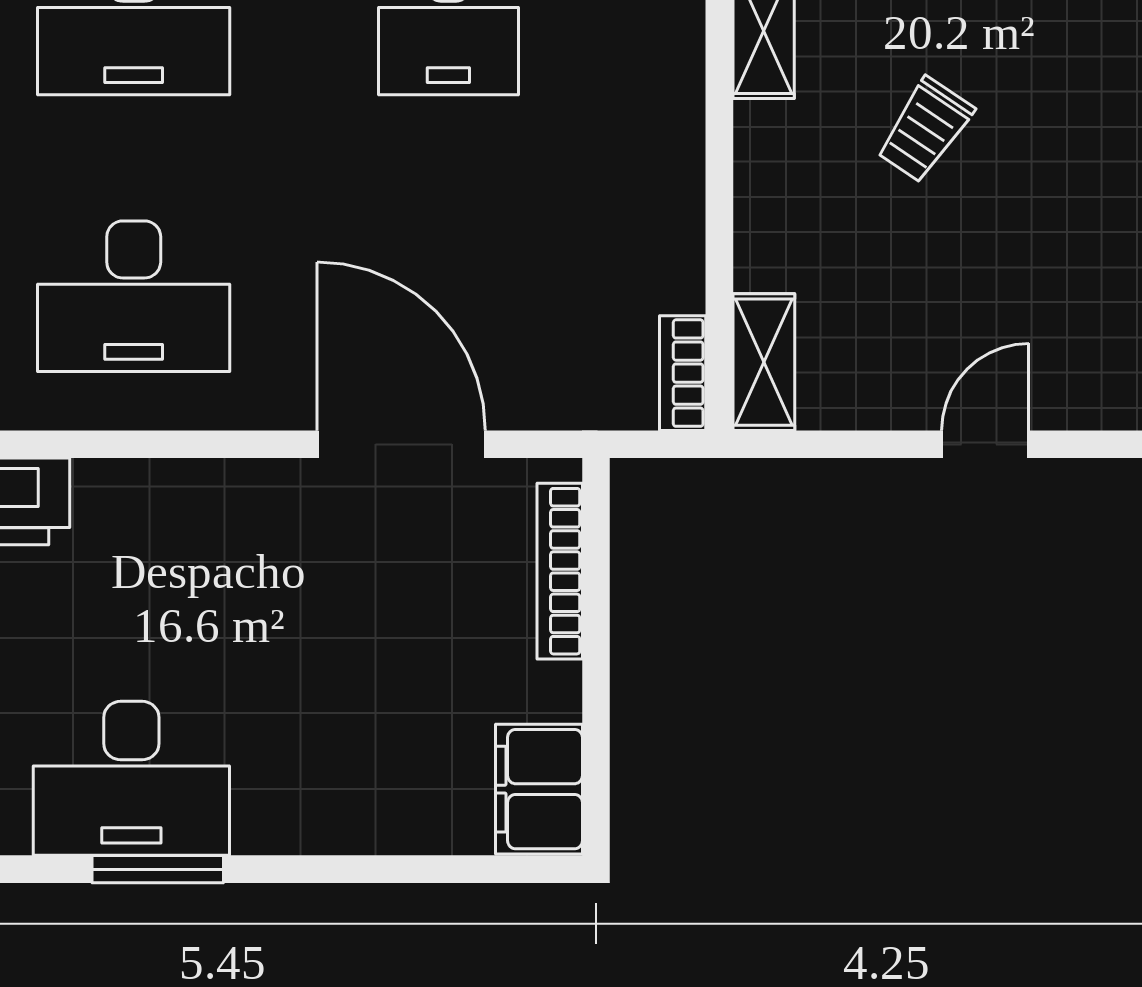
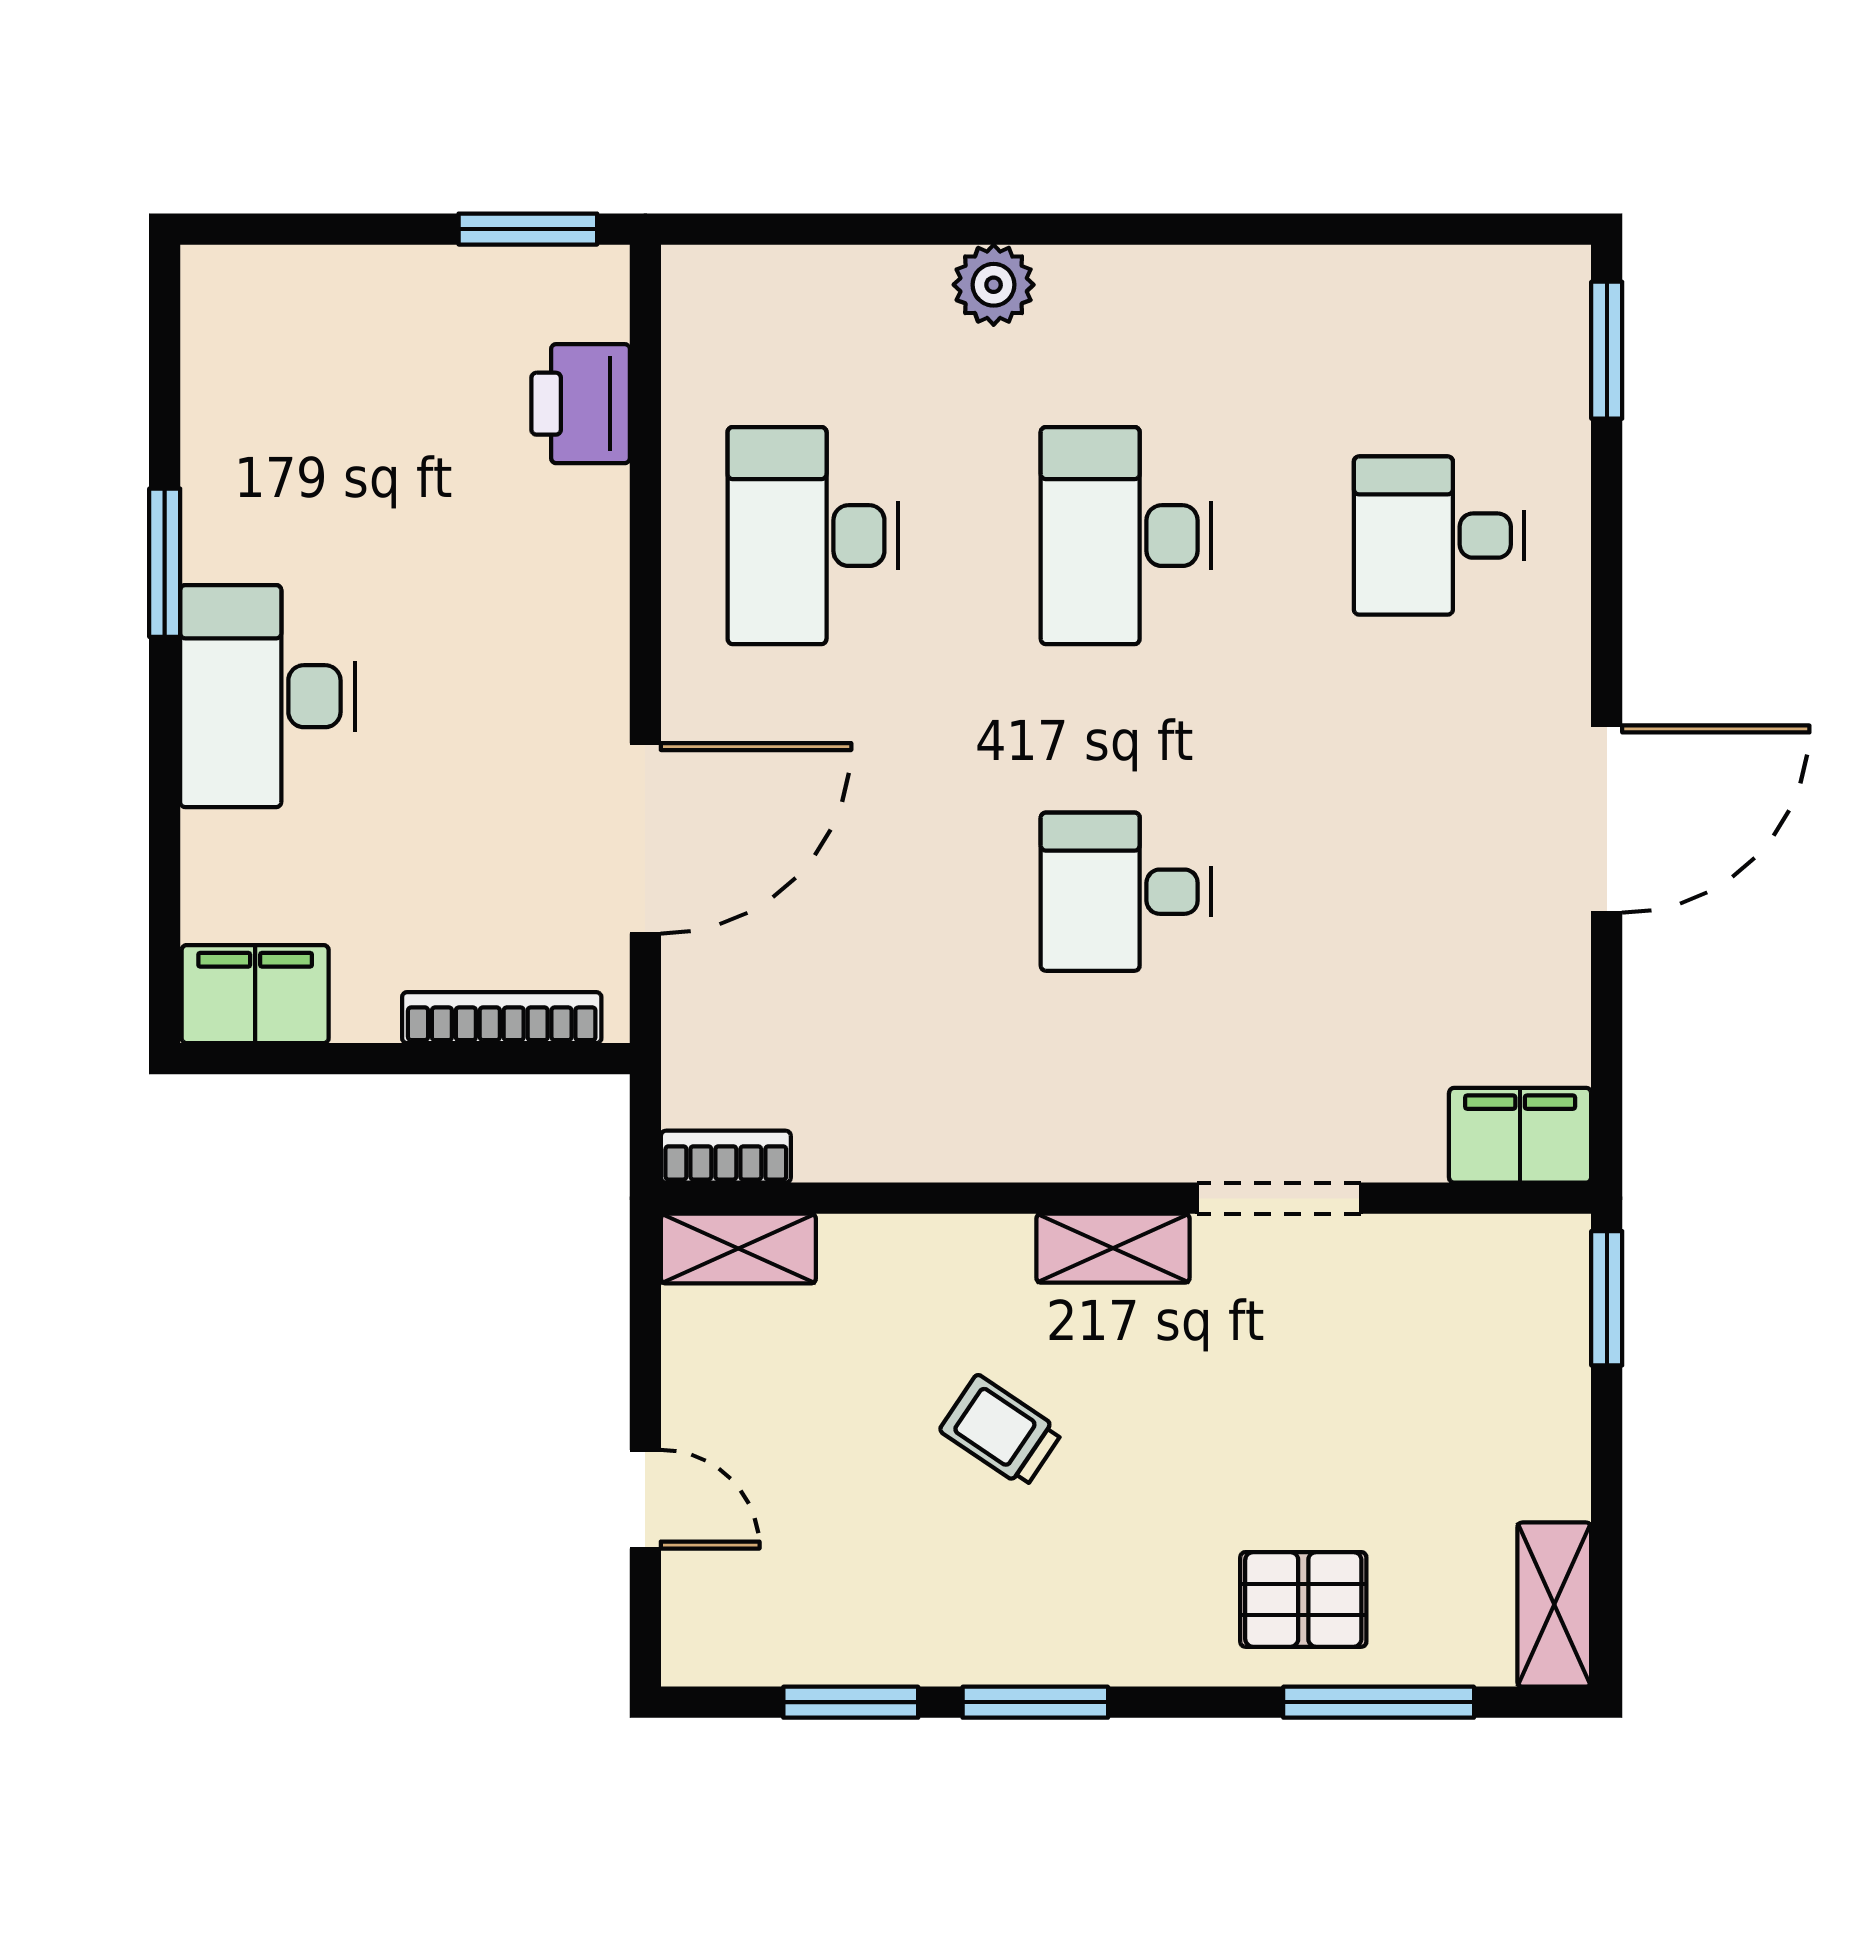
desk: (131, 778) -> (267, 696), moved

